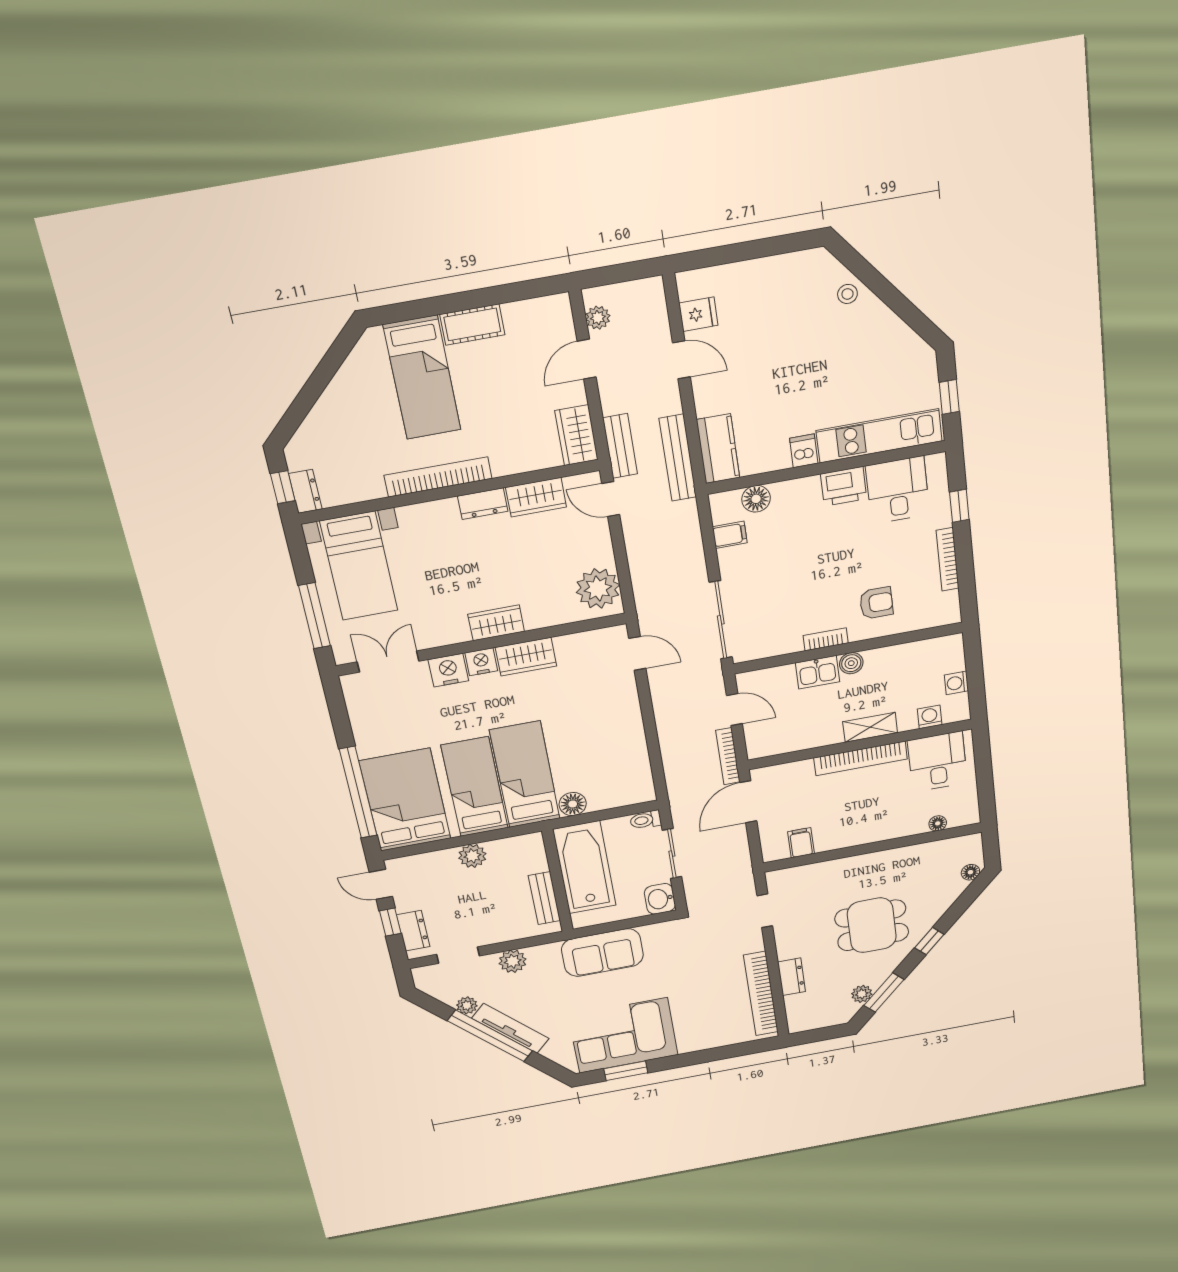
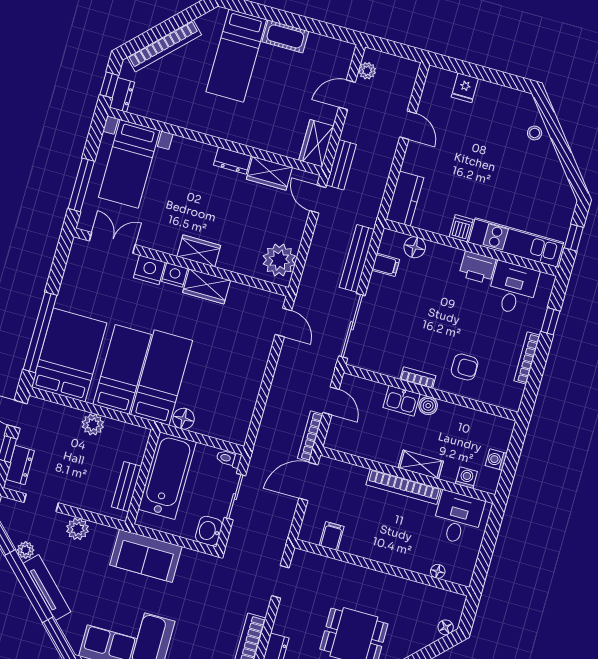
fridge: (698, 314) -> (465, 88), moved, turned 90
bench: (678, 458) -> (357, 258), moved
bookcase: (438, 477) -> (164, 46), moved, turned 135

